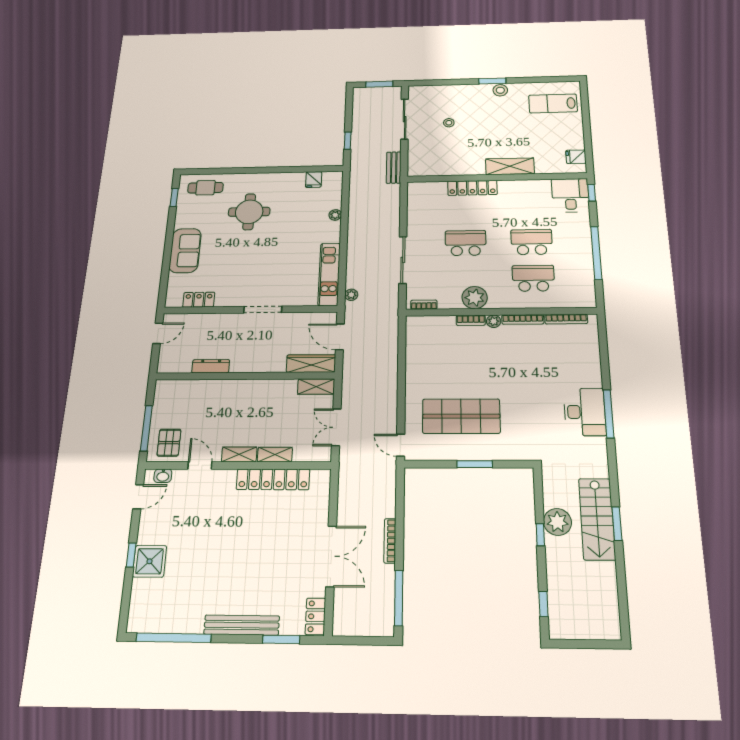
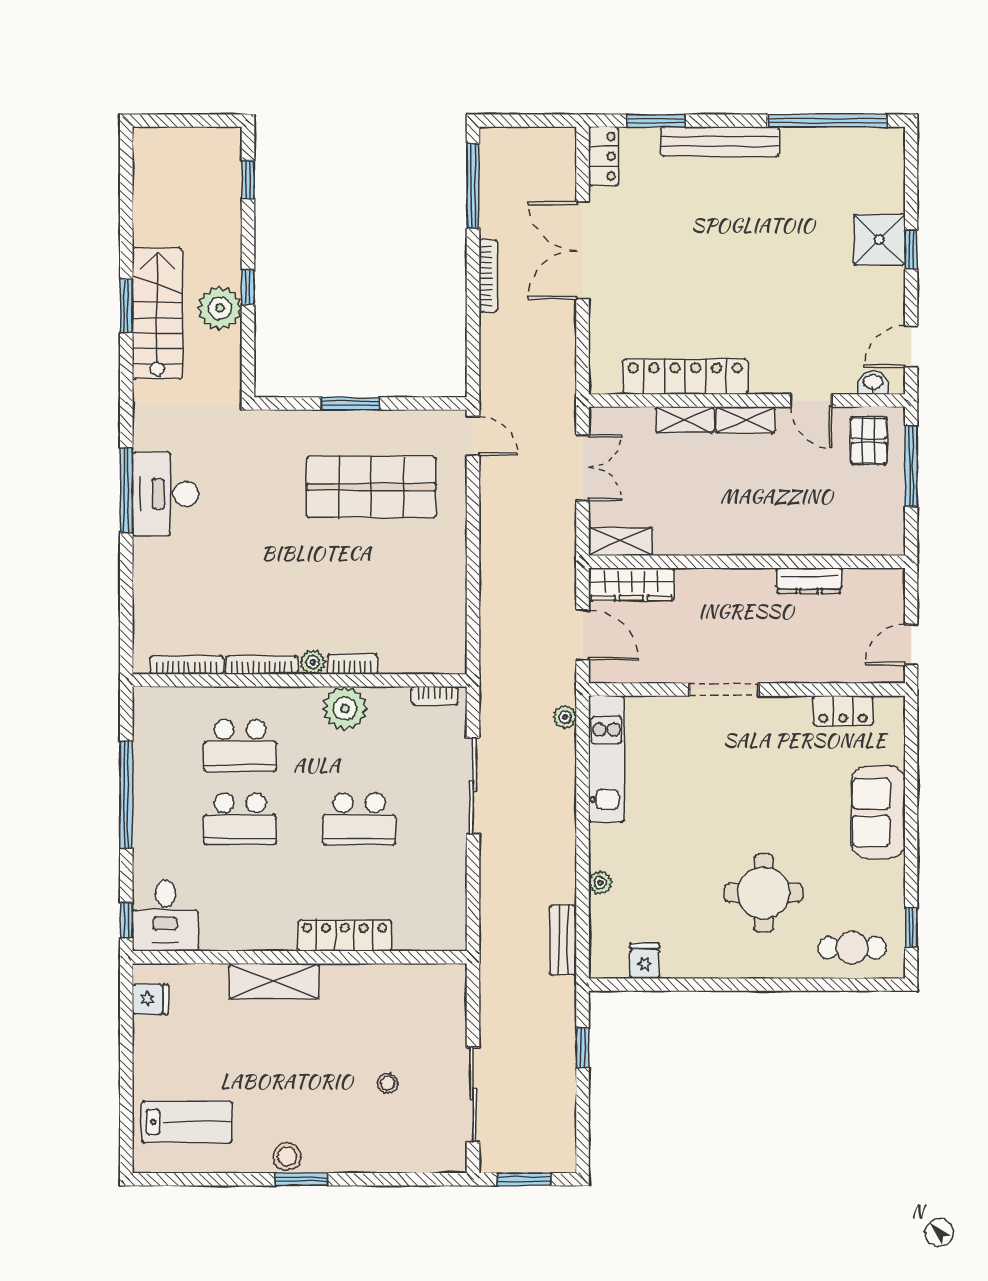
bench: (394, 168) -> (563, 940), moved

